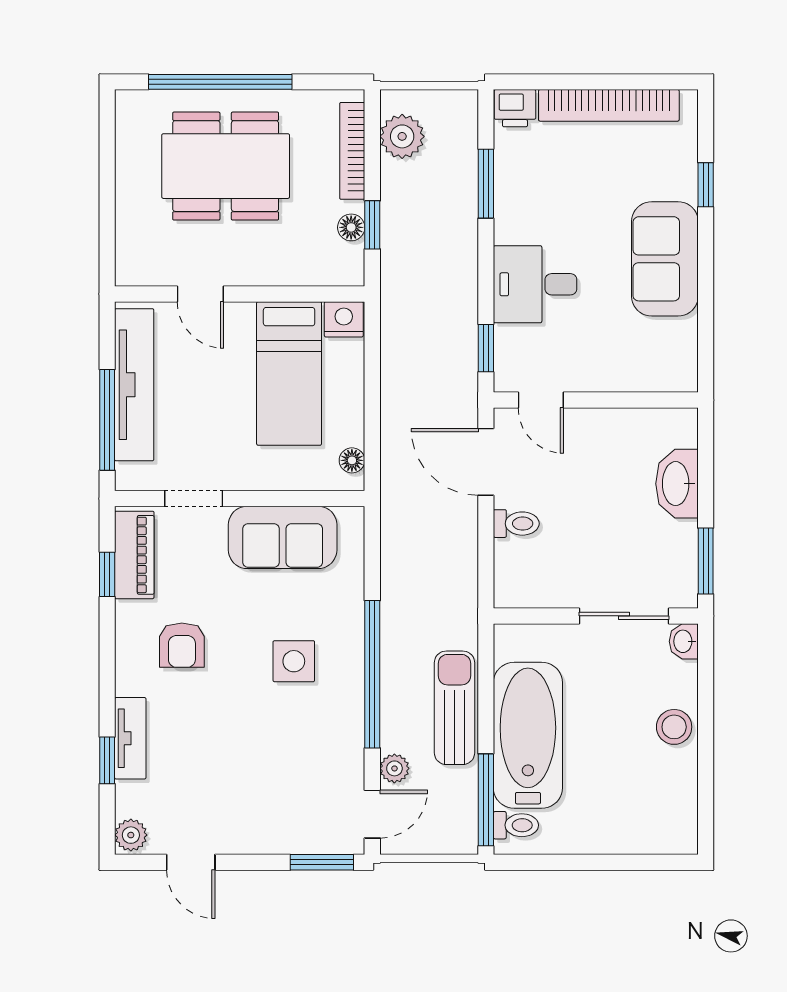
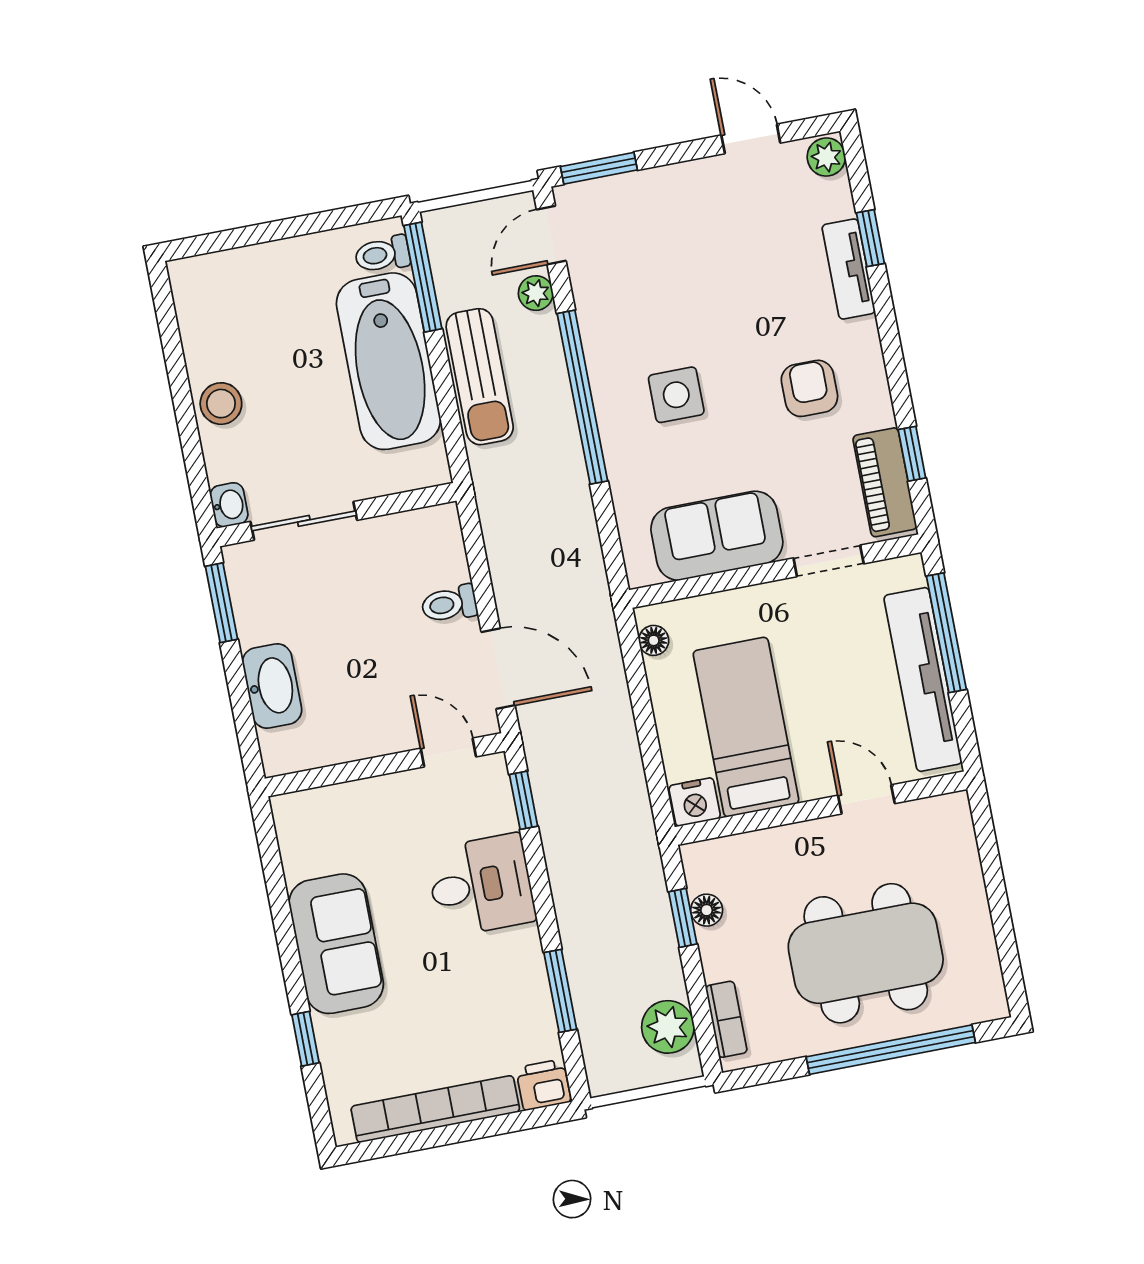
bookcase: (352, 151) -> (726, 1019), width x0.64

